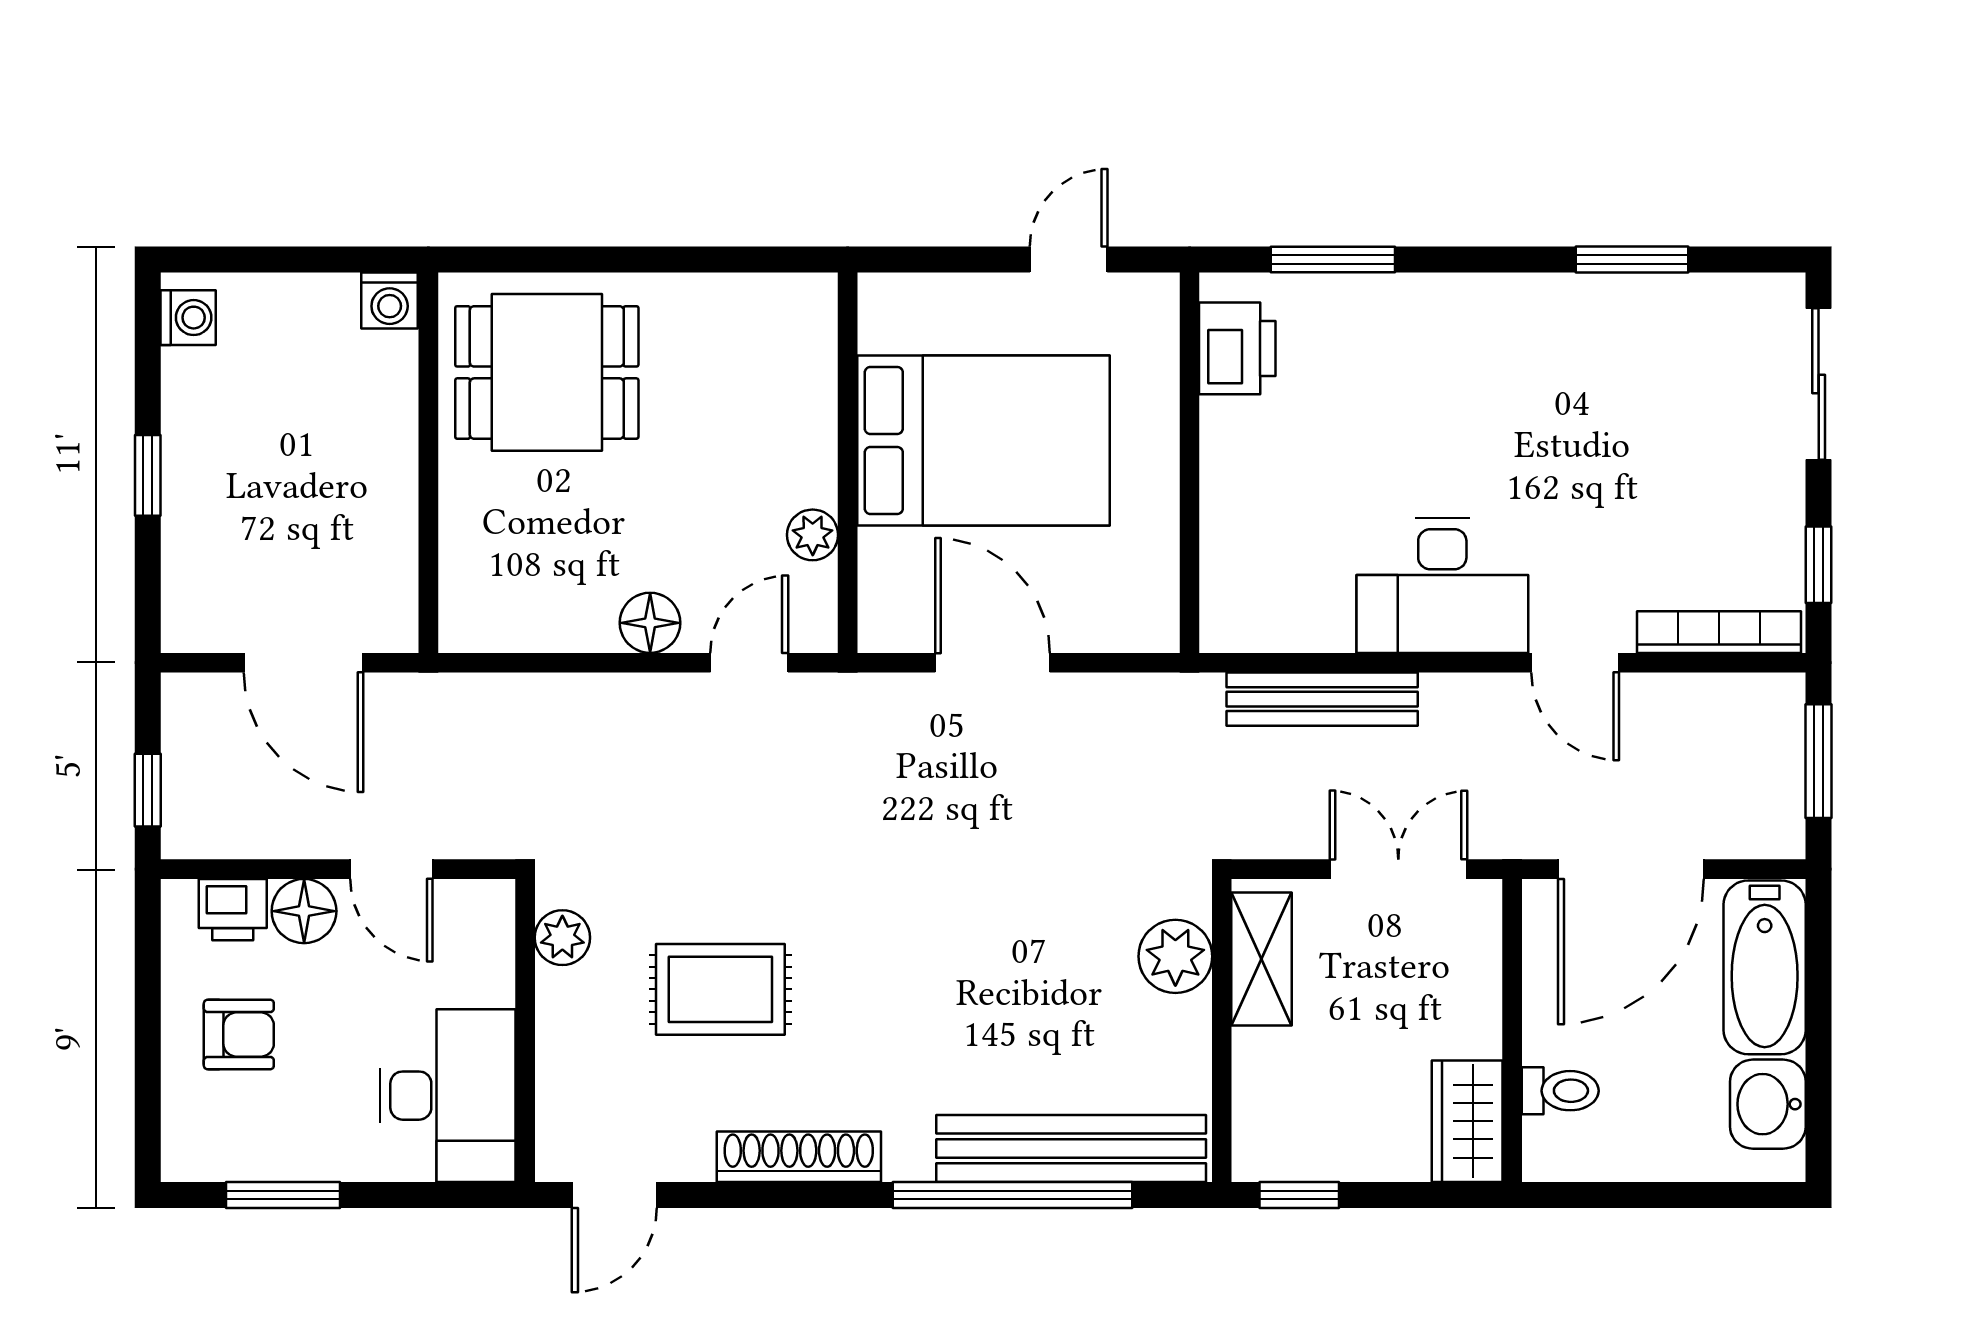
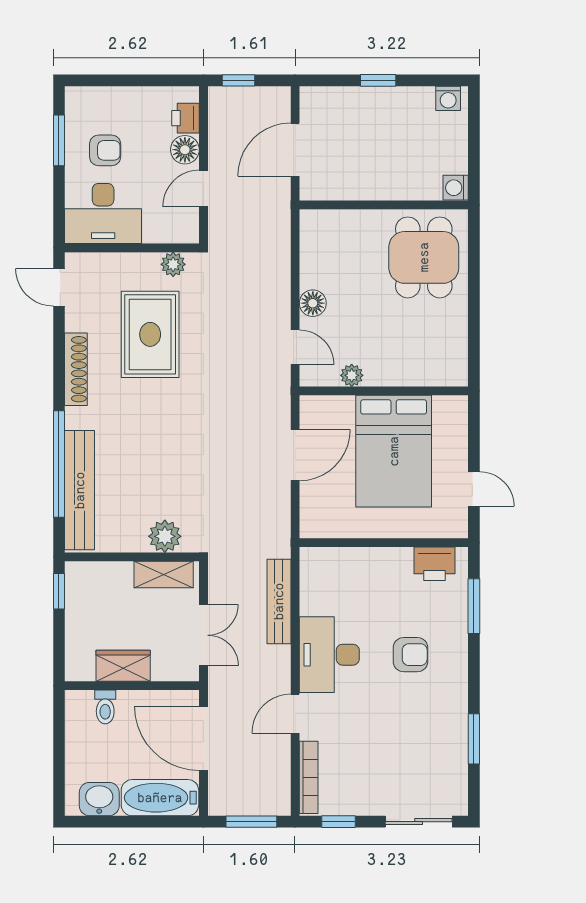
armchair: (1442, 402) -> (411, 655), added
rug: (720, 989) -> (150, 334), width x1.36, depth x1.43
armchair: (239, 1034) -> (105, 150), moved, turned -90
wardrobe: (1467, 1121) -> (123, 666), moved

